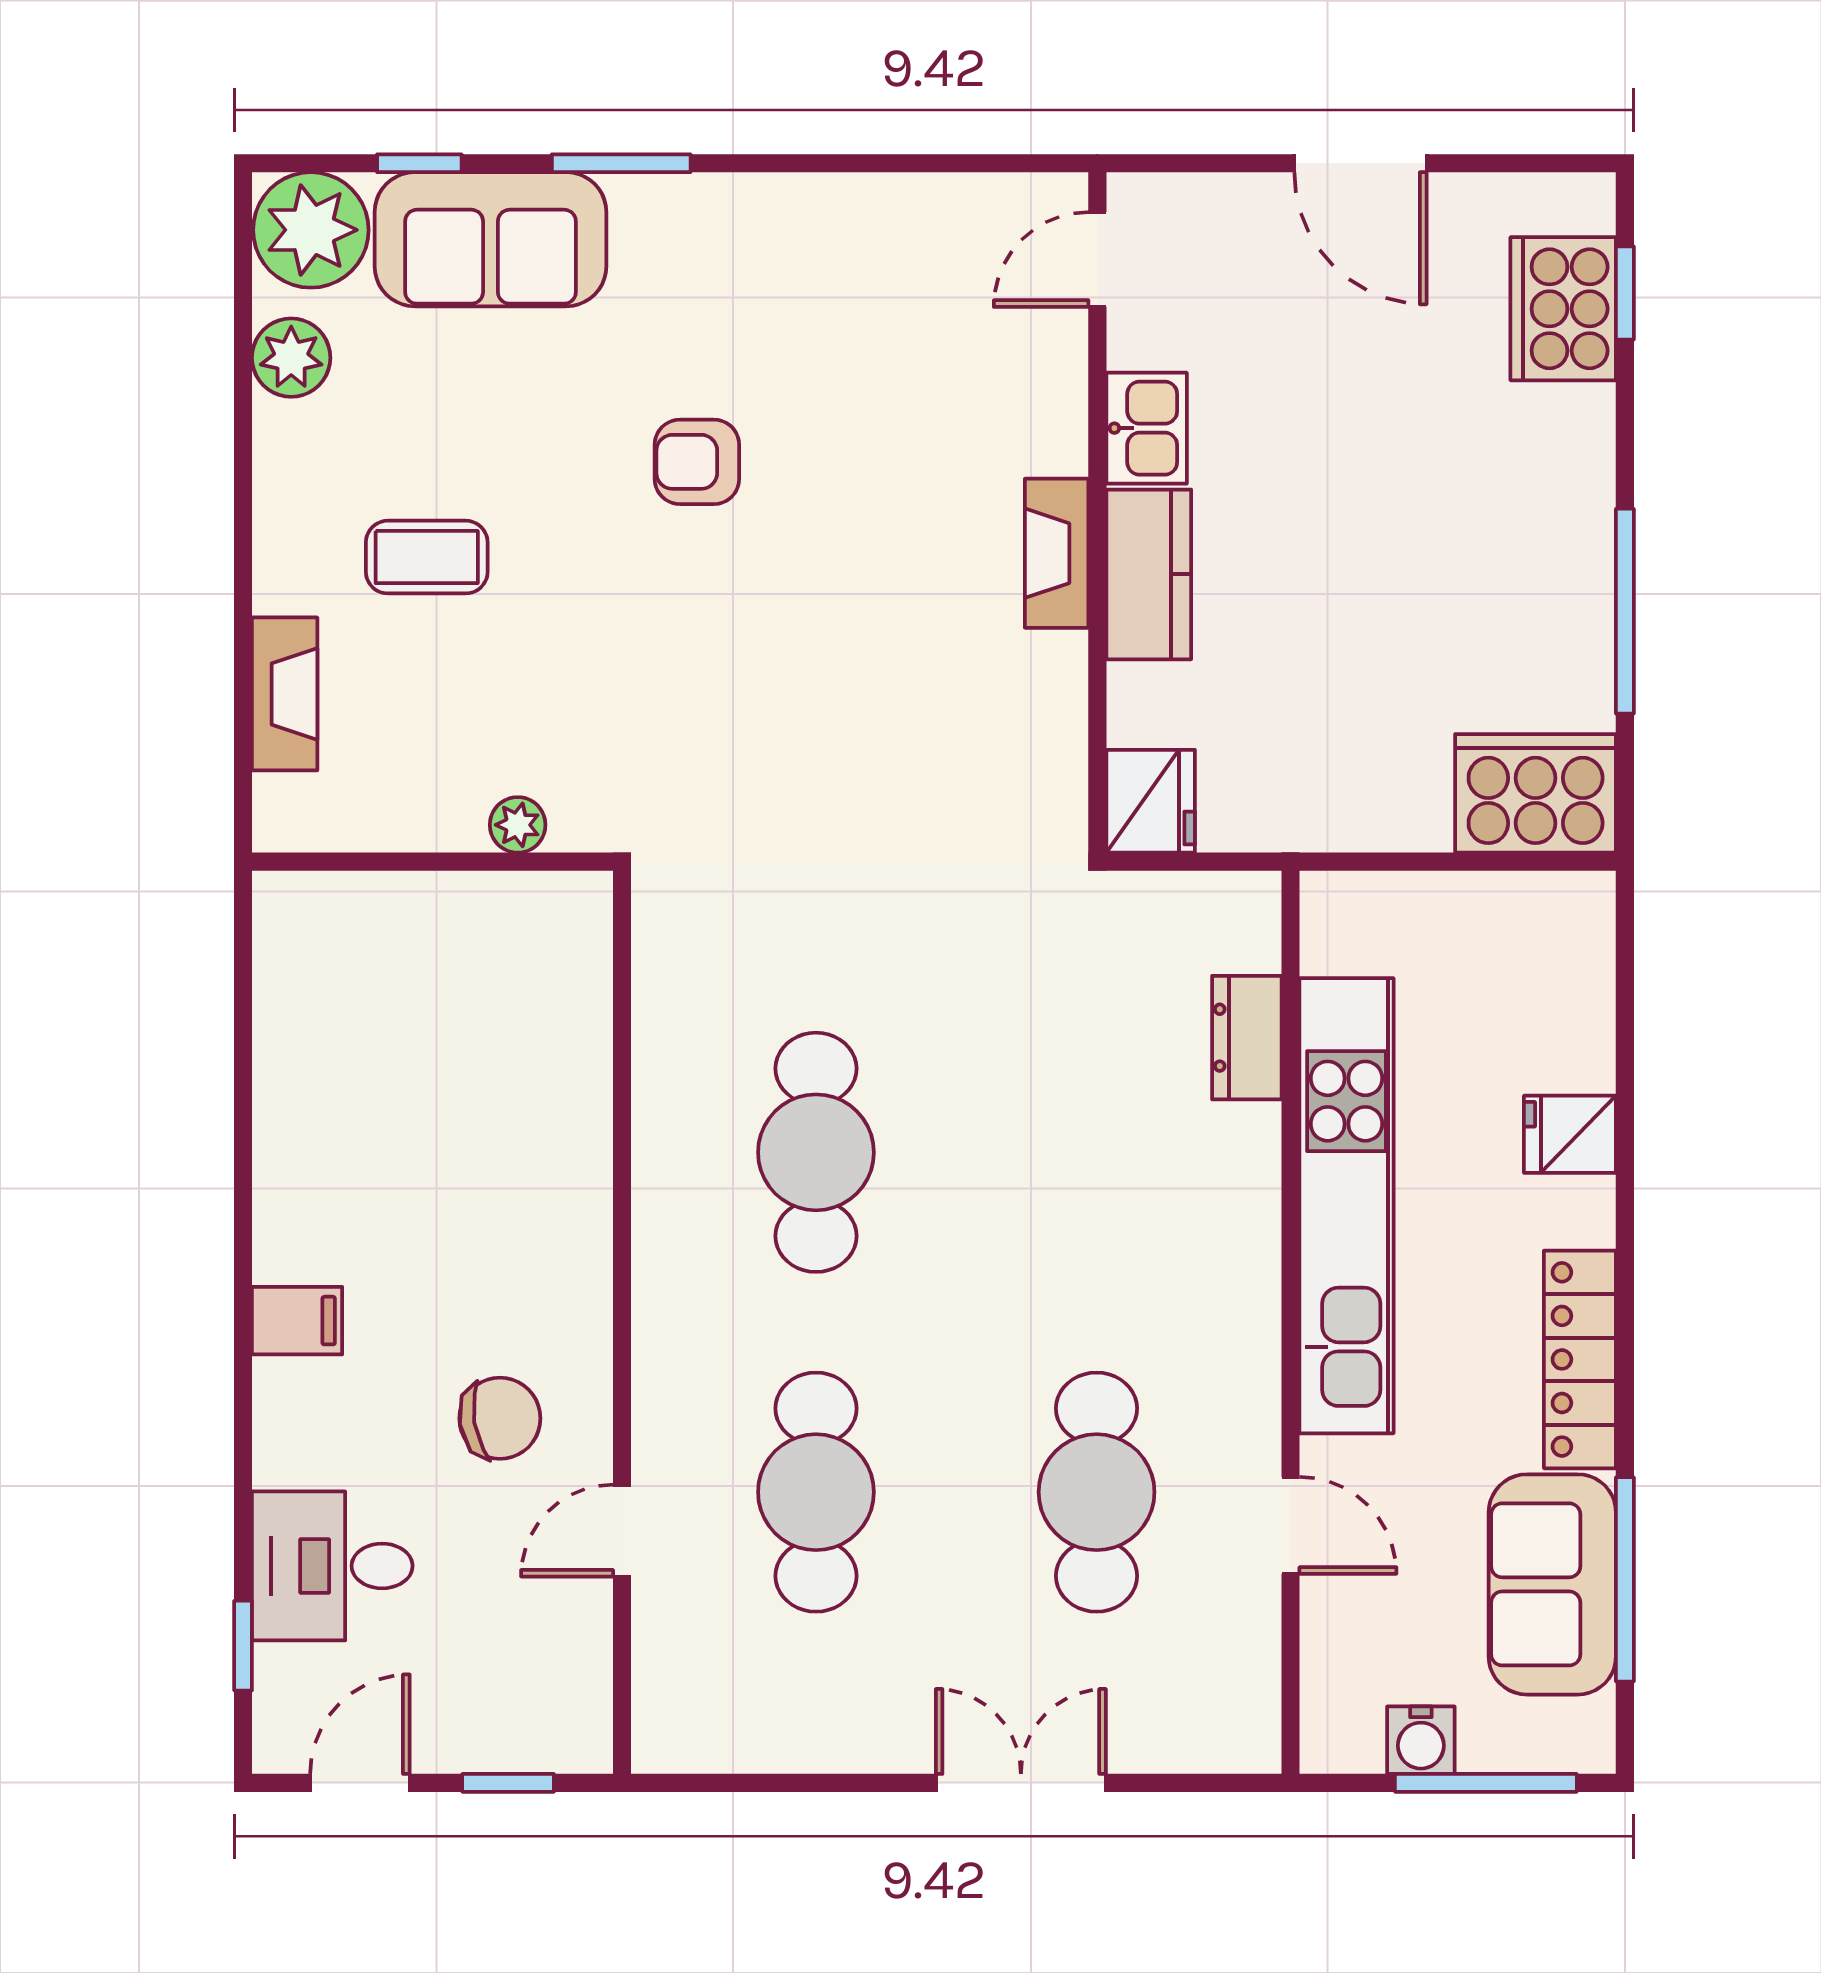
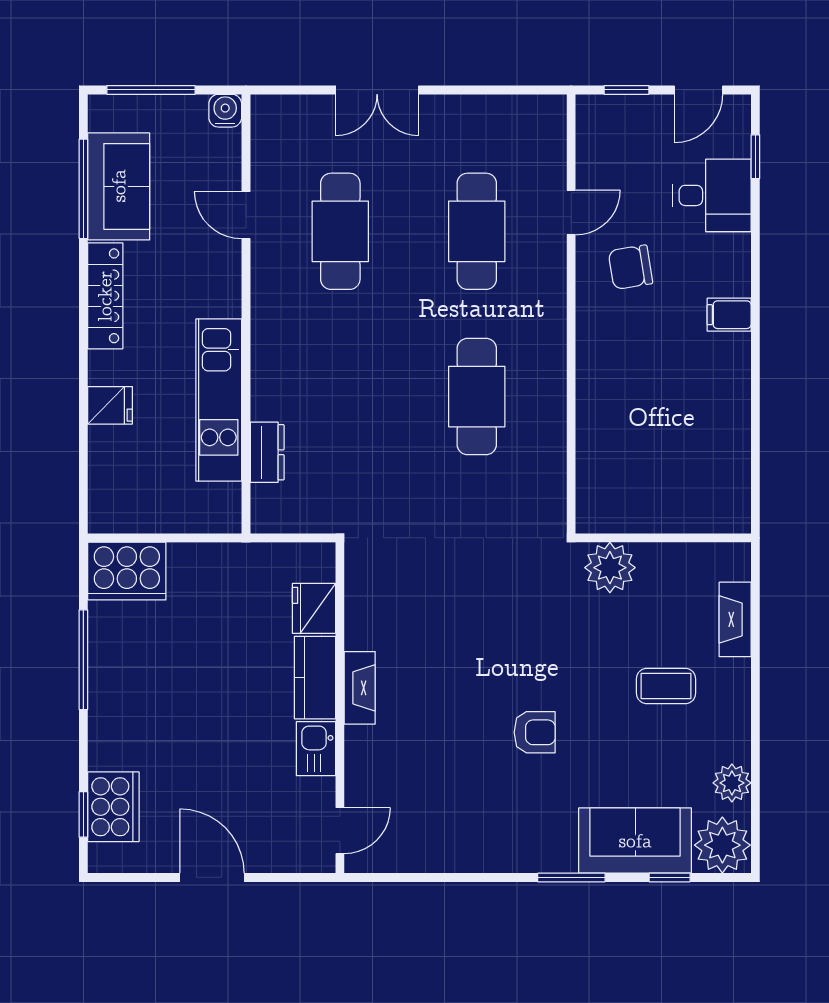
fridge: (1151, 801) -> (314, 608), moved
plant: (518, 825) -> (610, 568), width x1.88, depth x1.88
kitchen unit: (1346, 1206) -> (219, 400), width x0.73
water cooler: (1421, 1740) -> (225, 111), moved

